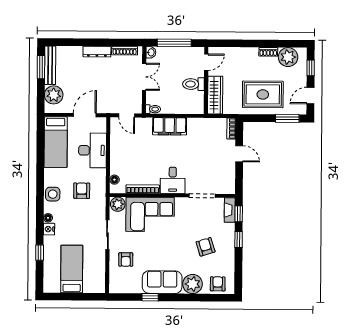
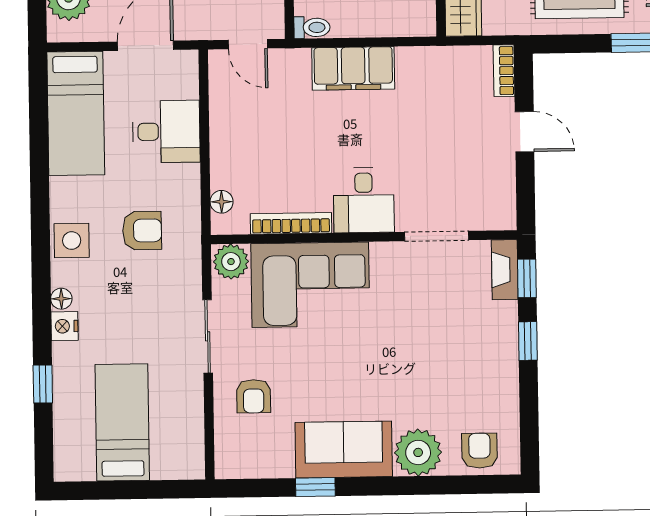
desk: (92, 150) -> (166, 132), width x0.73
armchair: (82, 191) -> (142, 230), turned 90
armchair: (206, 247) -> (448, 361), removed

